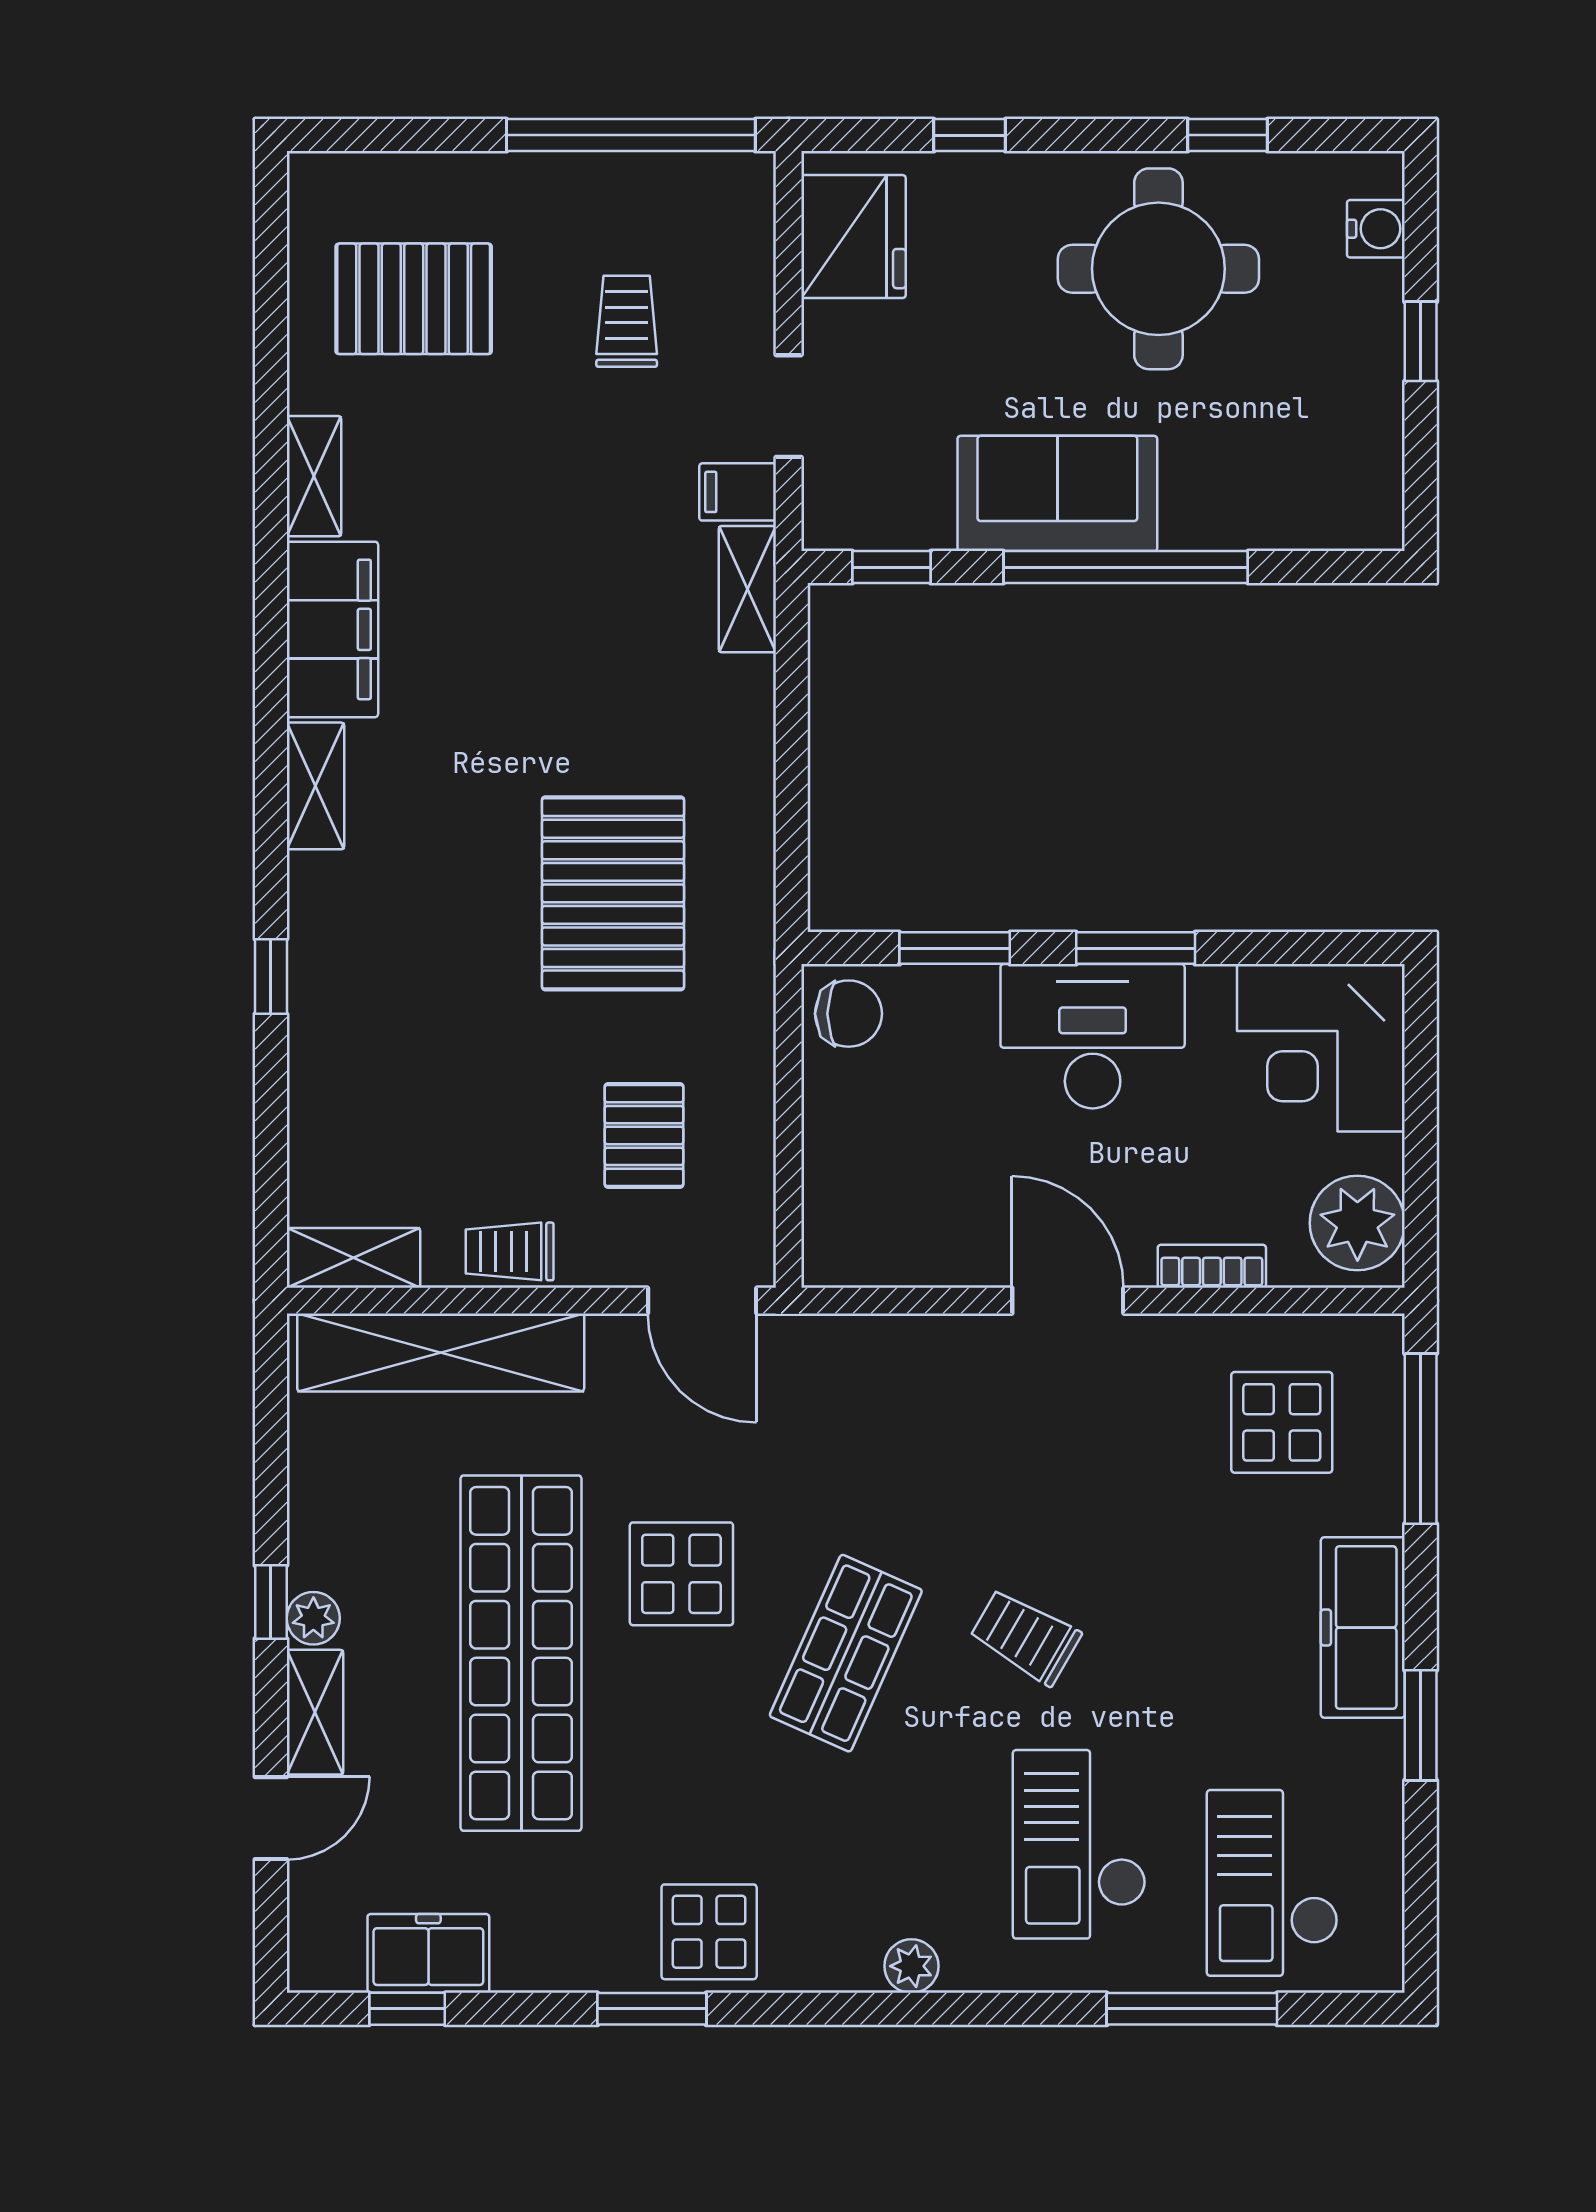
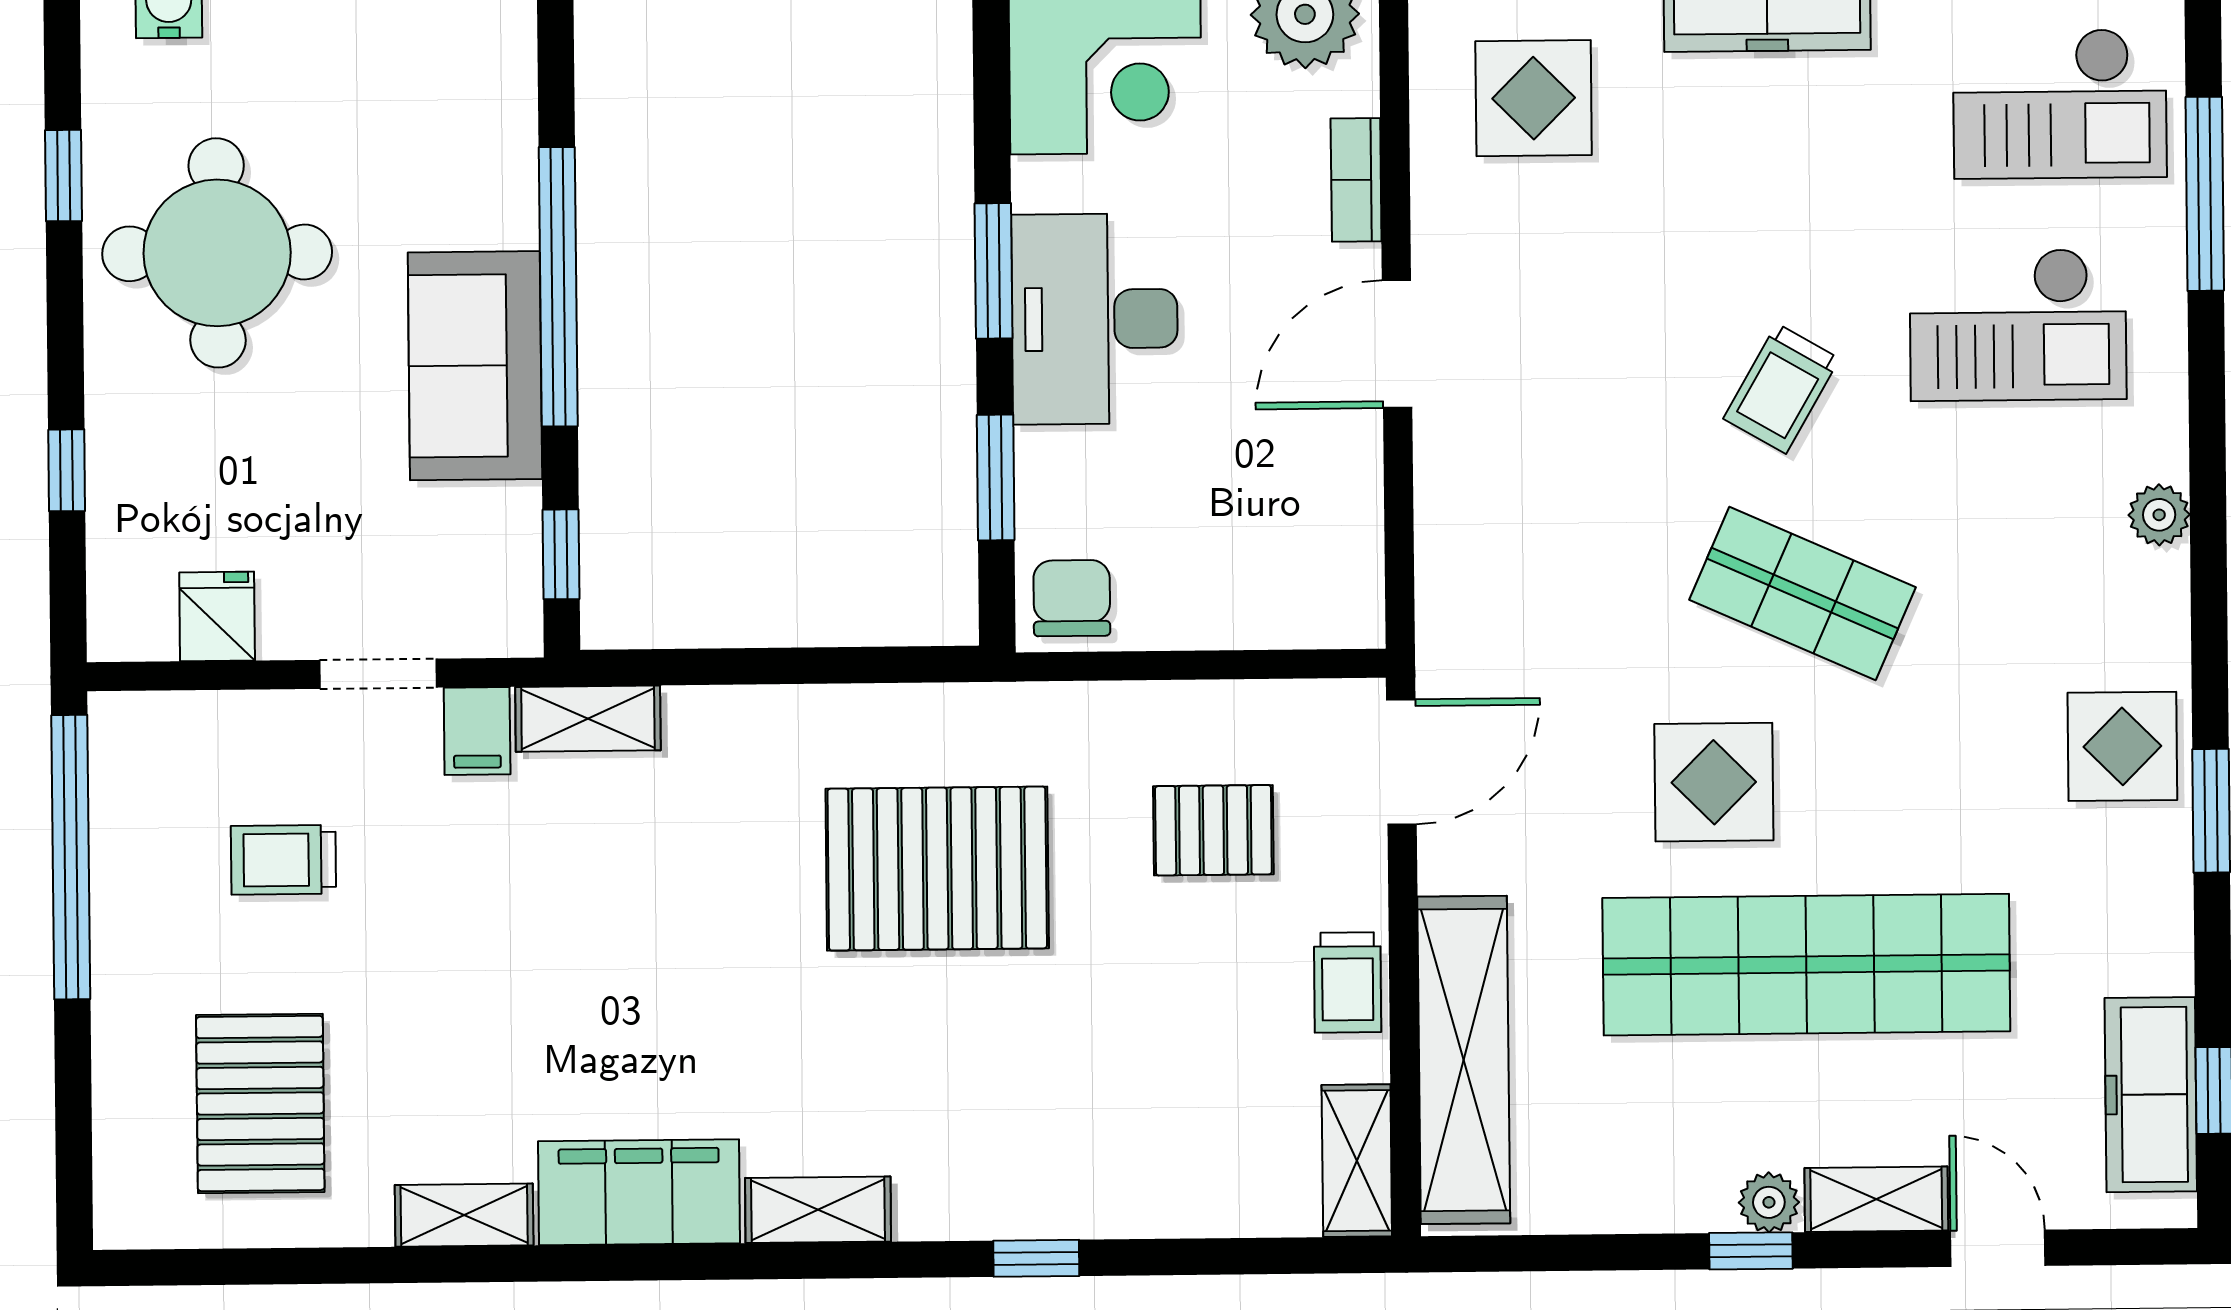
fridge: (854, 237) -> (217, 616), width x0.53, depth x0.75
freezer: (428, 1953) -> (2151, 1095), width x1.40

